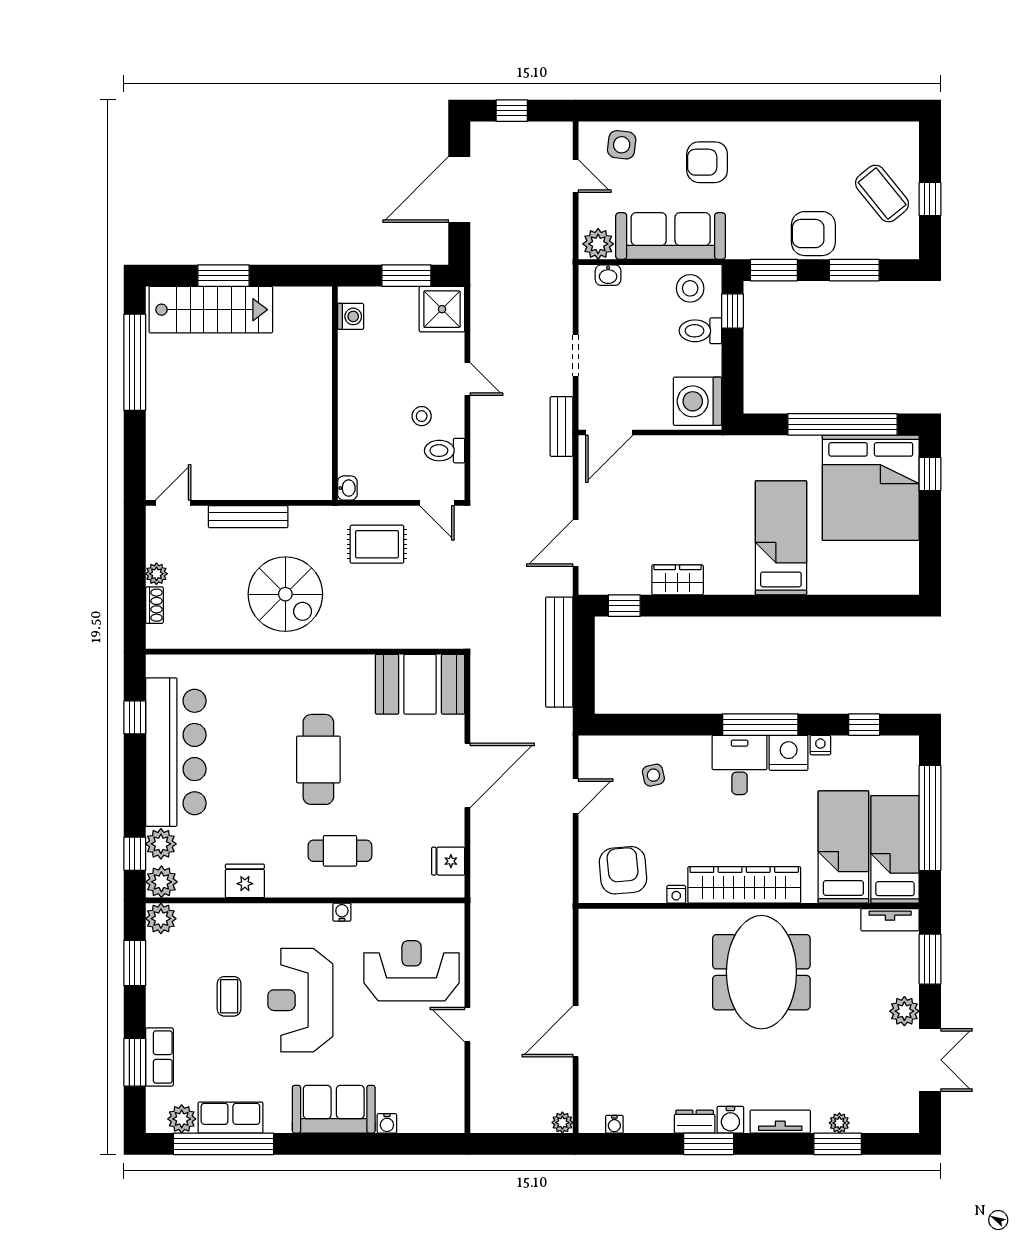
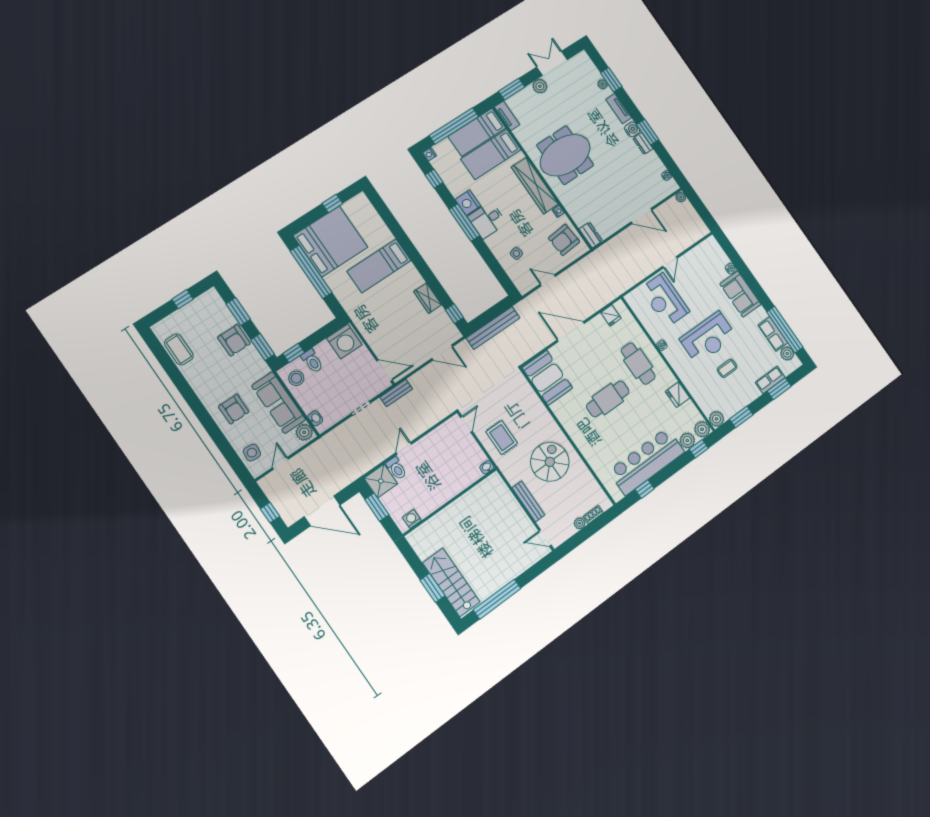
coffee table: (882, 194) -> (179, 350), moved, turned -51
stool: (422, 416) -> (434, 457), removed
toilet: (445, 451) -> (396, 468), moved
window: (930, 474) -> (332, 203), moved
nightstand: (820, 745) -> (430, 154), moved
cafe table: (340, 851) -> (638, 364), width x1.37, depth x1.35
dresser: (601, 922) -> (591, 235), added

